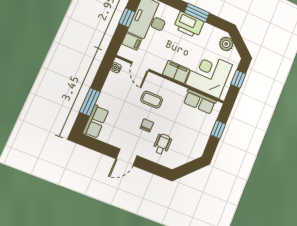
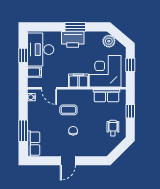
wheelchair: (162, 144) -> (113, 128), moved

